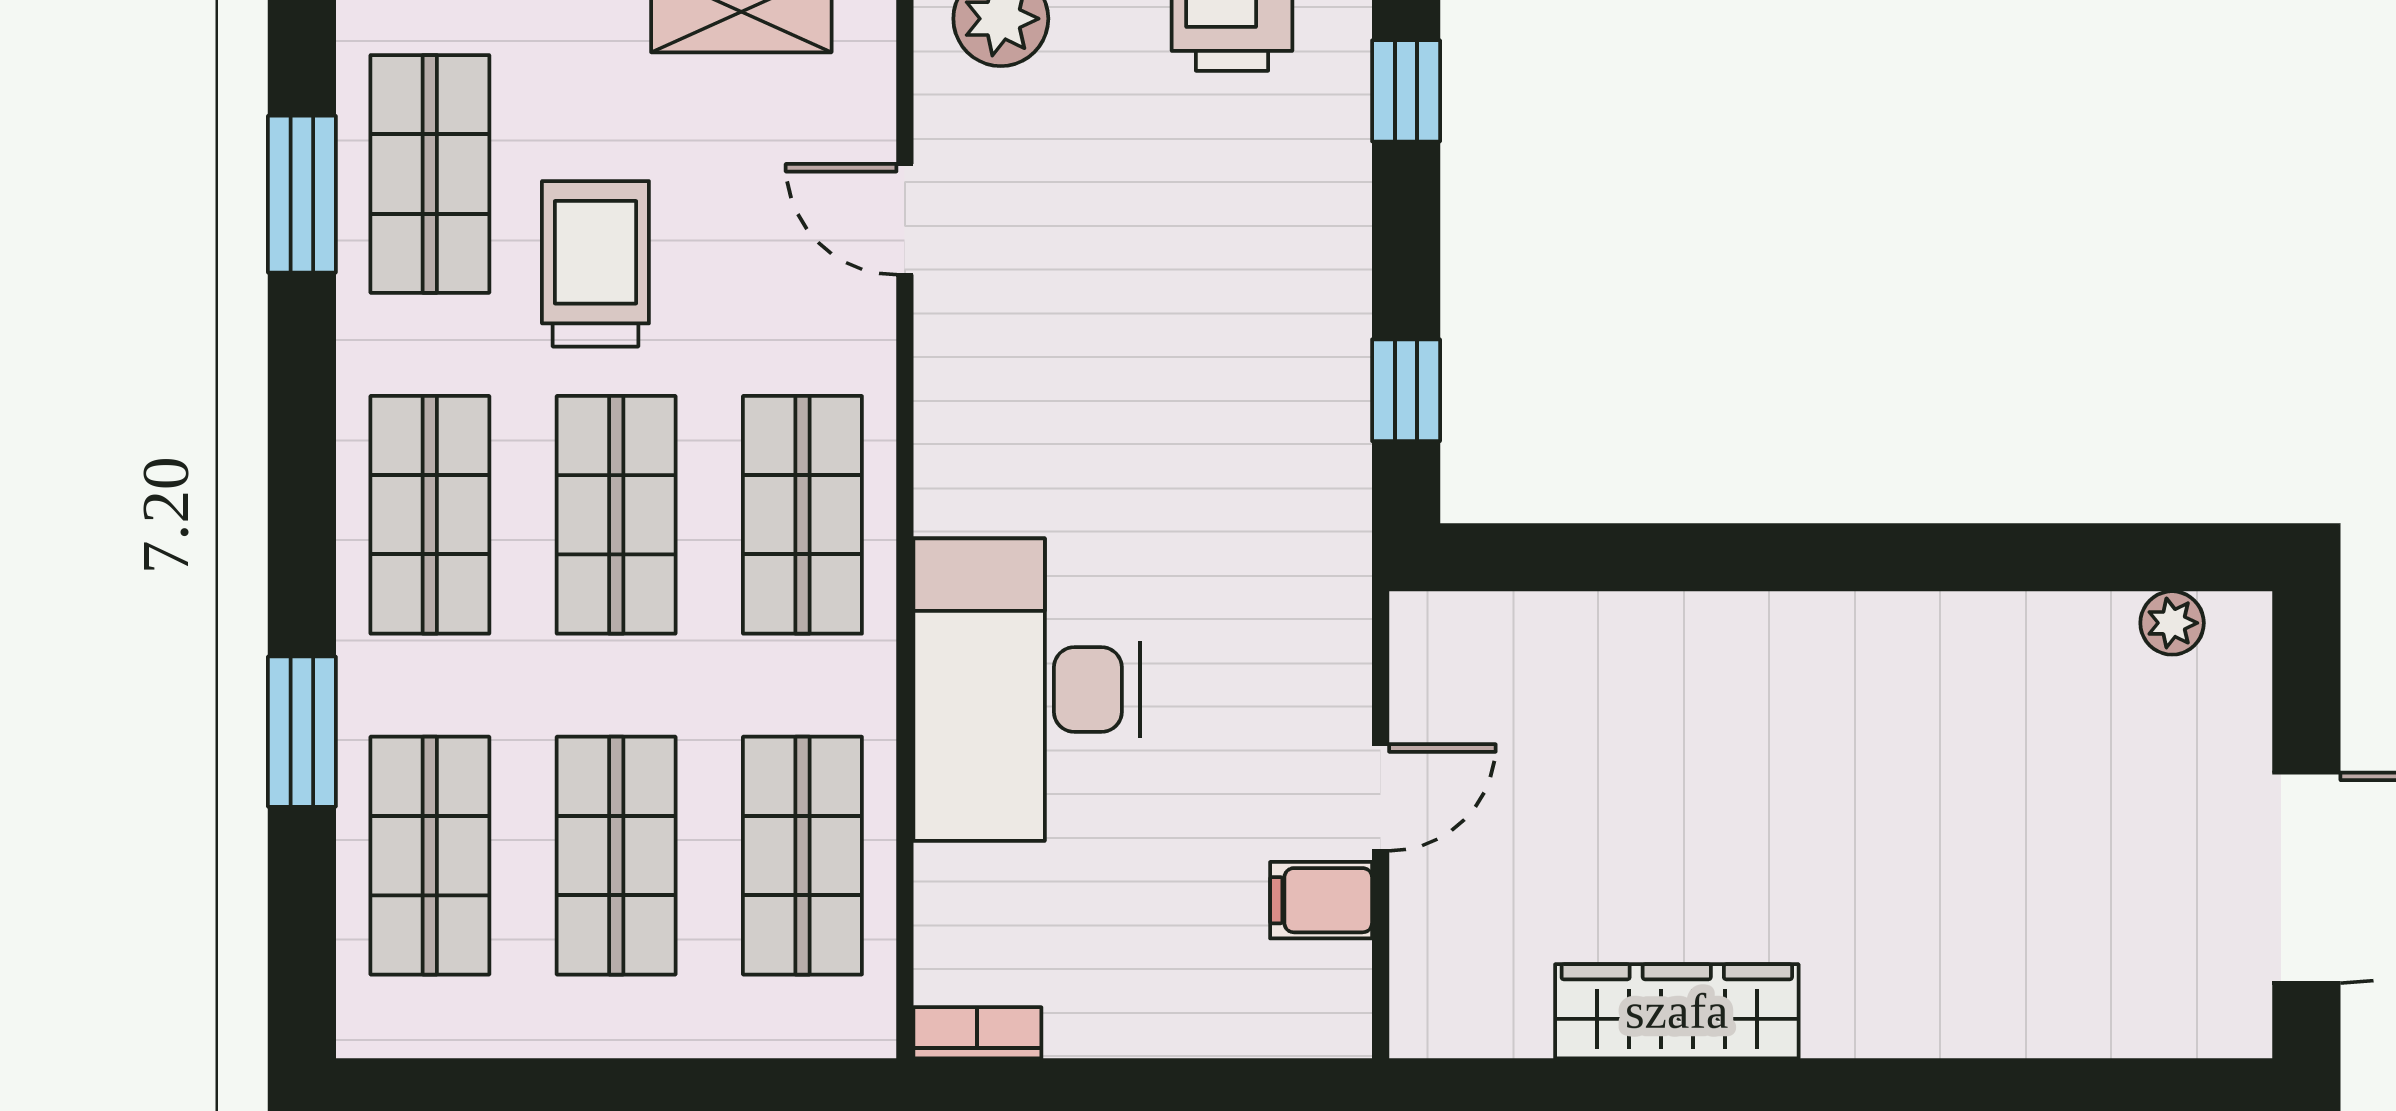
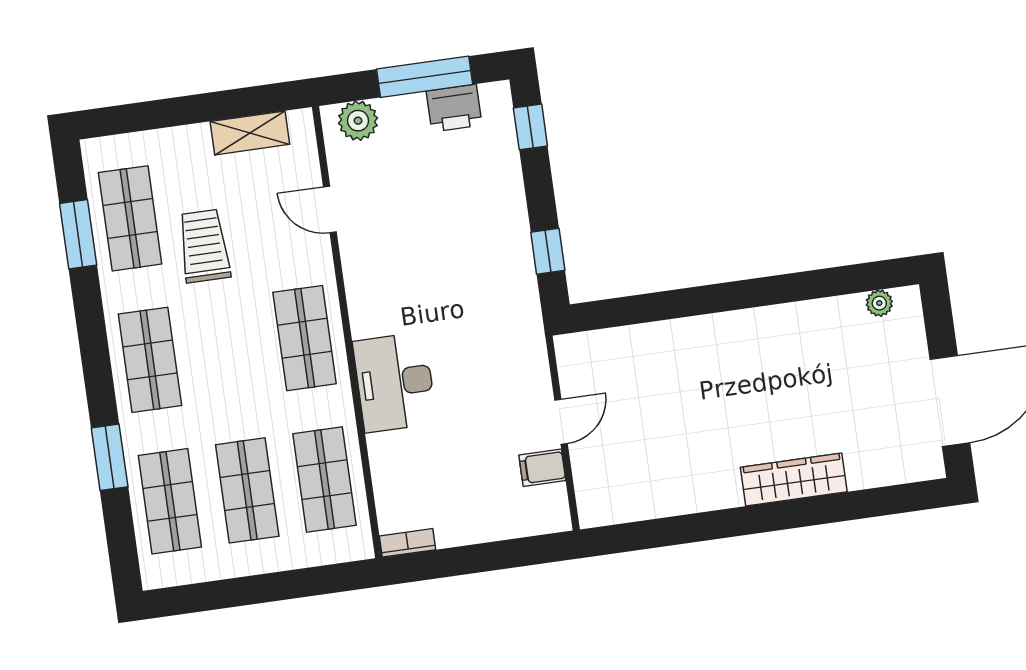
shop shelf: (616, 515) -> (227, 349), removed
desk: (1027, 690) -> (395, 382), width x0.73, depth x0.77
wardrobe: (1677, 1011) -> (794, 479), moved

